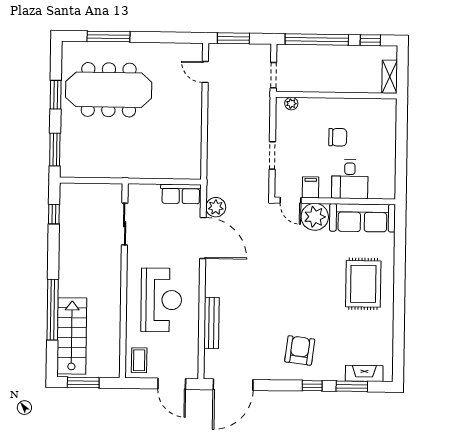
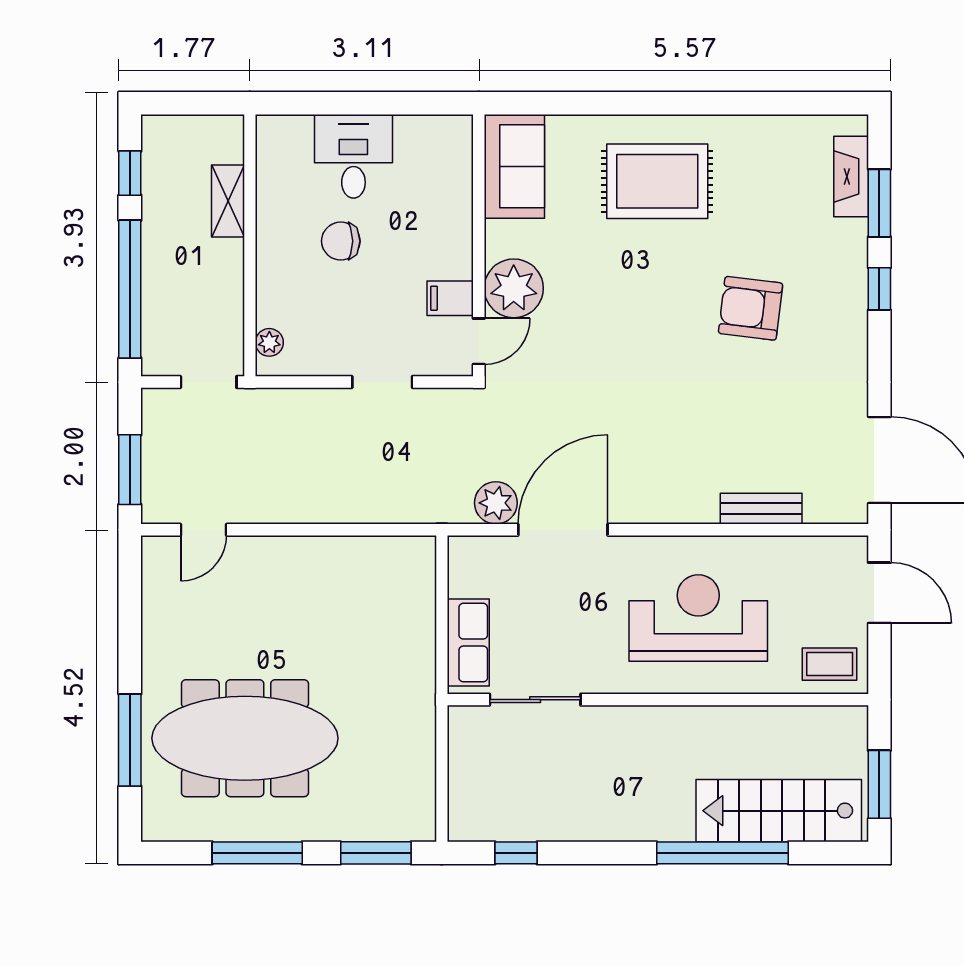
shelving: (390, 77) -> (228, 201), moved, turned 90
meeting table: (109, 90) -> (245, 738), turned 90
window: (56, 95) -> (257, 853), width x1.44
chair: (338, 137) -> (341, 241), turned -90
desk: (350, 179) -> (353, 156), moved, turned -90
row of seats: (181, 194) -> (468, 643), moved
sofa: (362, 218) -> (514, 166), width x0.73
bench: (211, 323) -> (761, 509), width x0.73
armchair: (300, 350) -> (751, 308), moved
door: (172, 384) -> (879, 593), hinge flipped

